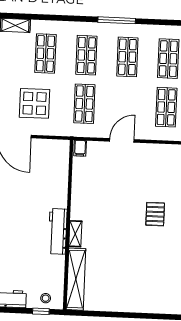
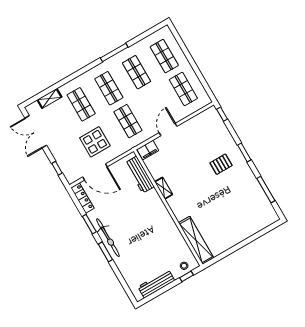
filing cabinet: (80, 148) -> (148, 150), width x2.00
pallet: (155, 214) -> (221, 164), turned 90
workbench: (58, 231) -> (140, 175), moved
shelving: (75, 234) -> (164, 188), moved

